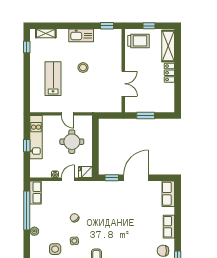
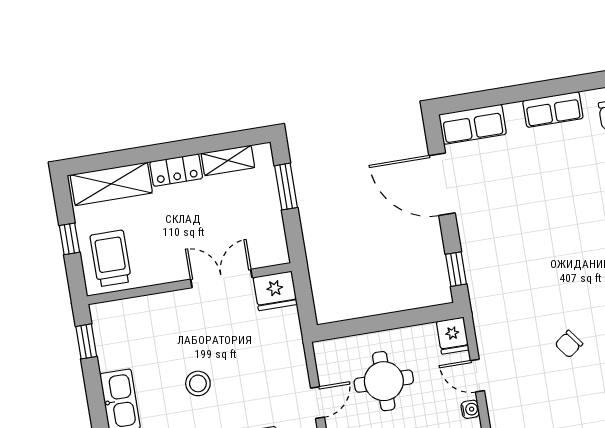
shelving: (170, 94) -> (228, 160), added
fridge: (115, 104) -> (275, 291), added
window: (146, 115) -> (286, 187), moved
door: (136, 178) -> (442, 184), moved

